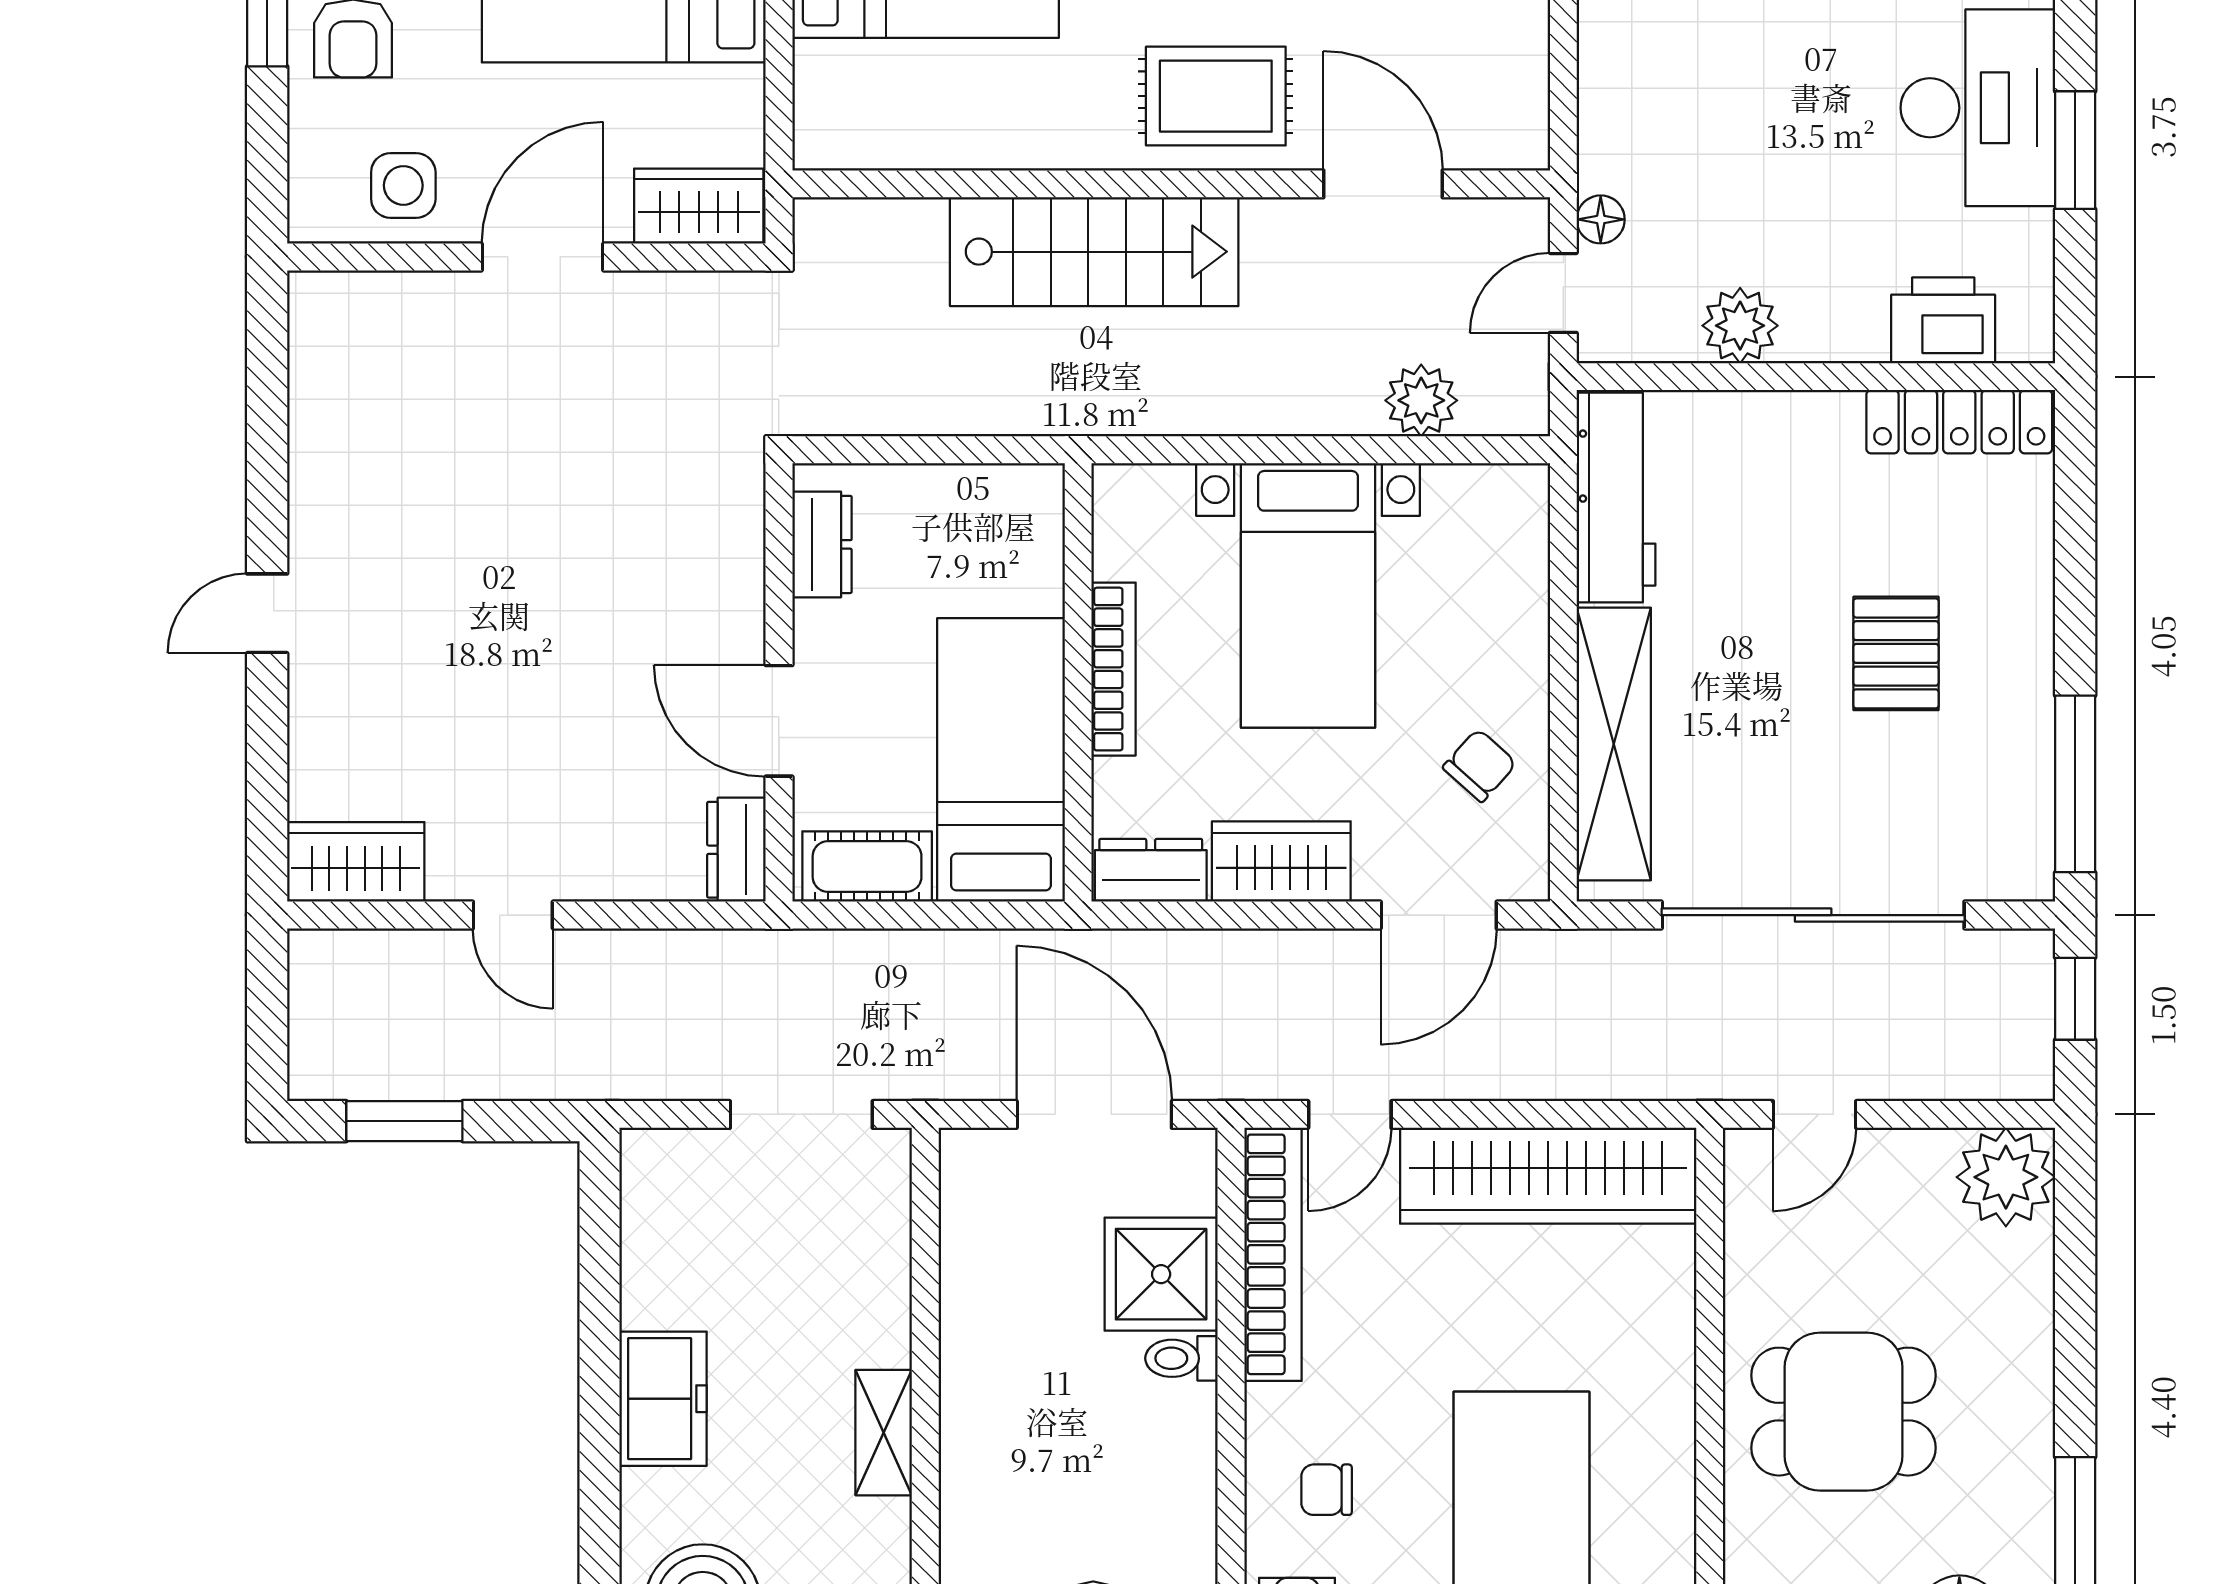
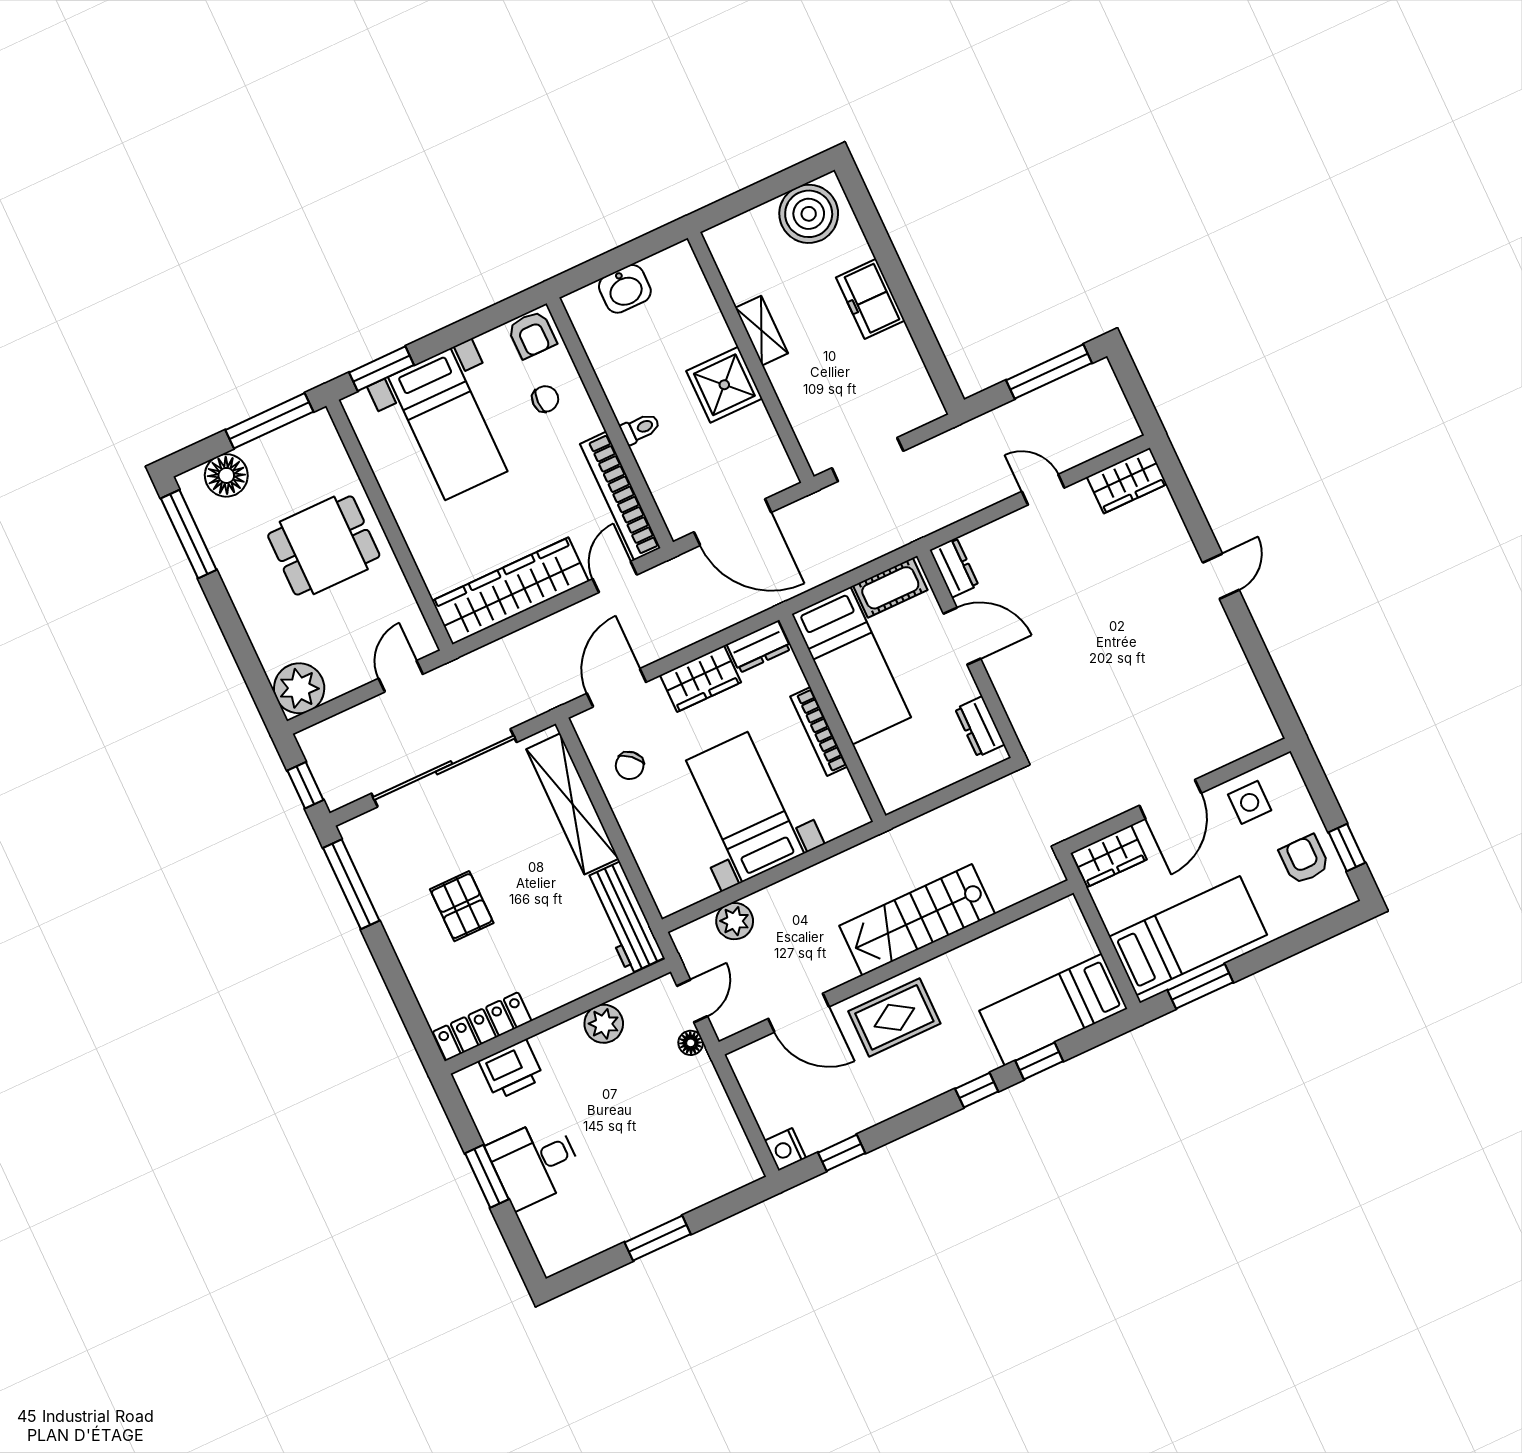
desk: (1978, 108) -> (535, 1163), width x0.73
window: (404, 1121) -> (1049, 372), width x1.44
shower: (1161, 1274) -> (724, 385), moved

